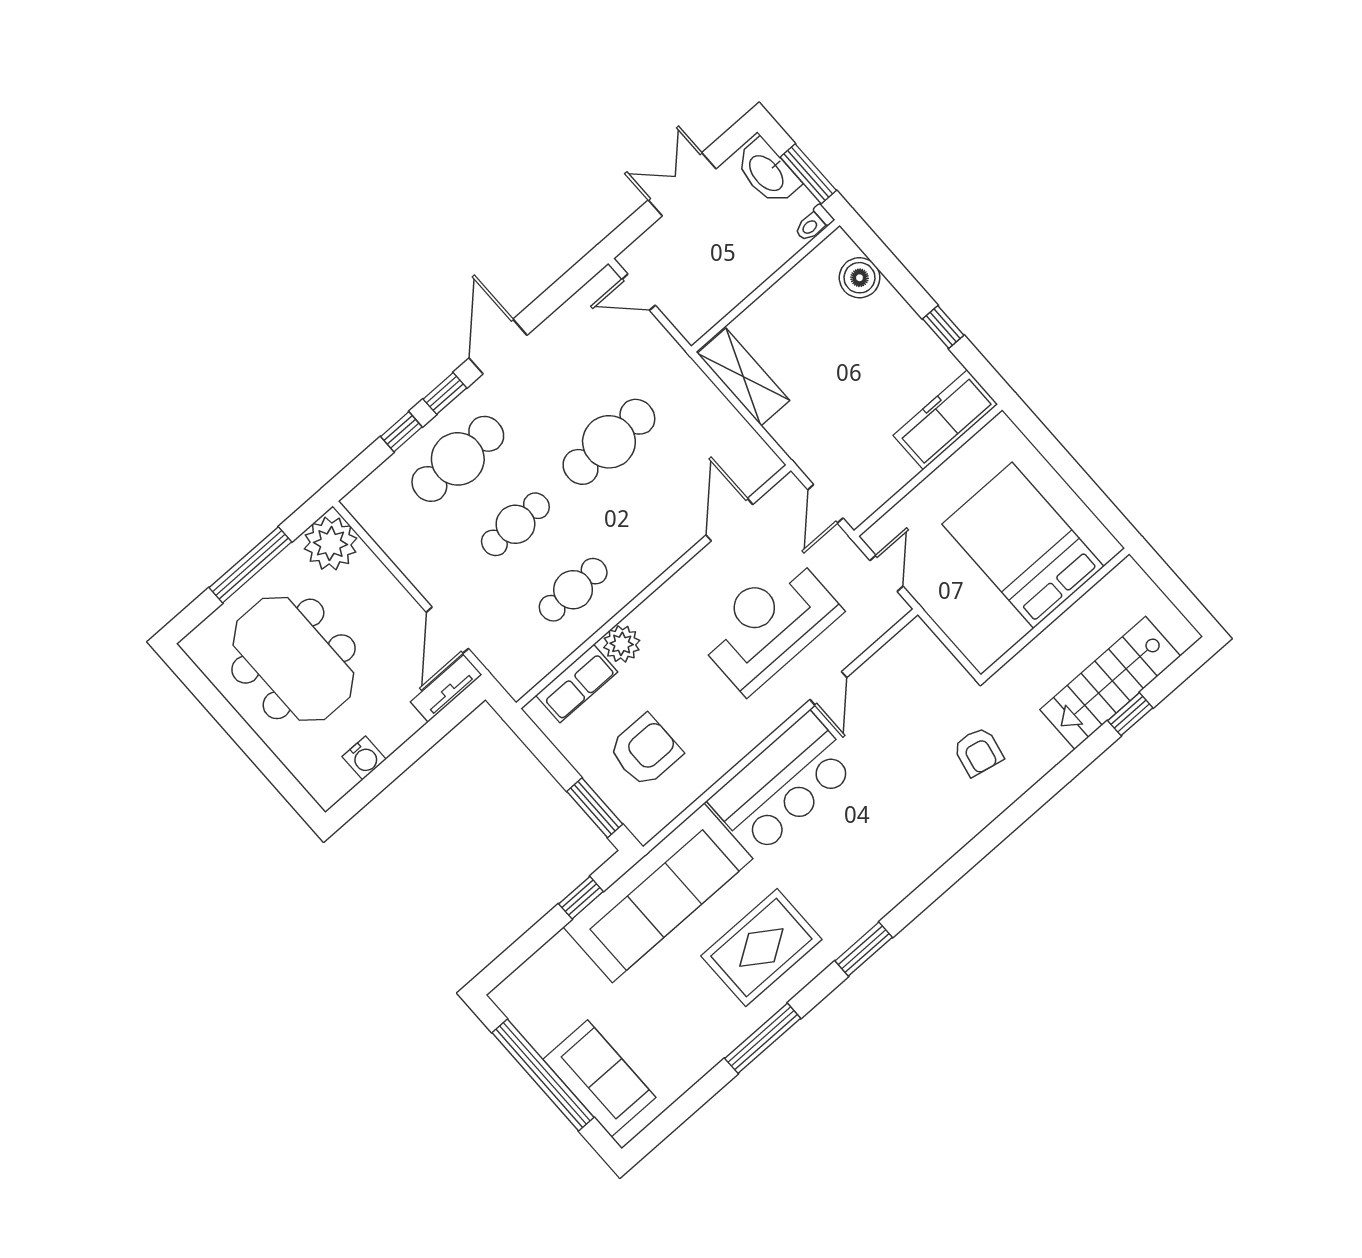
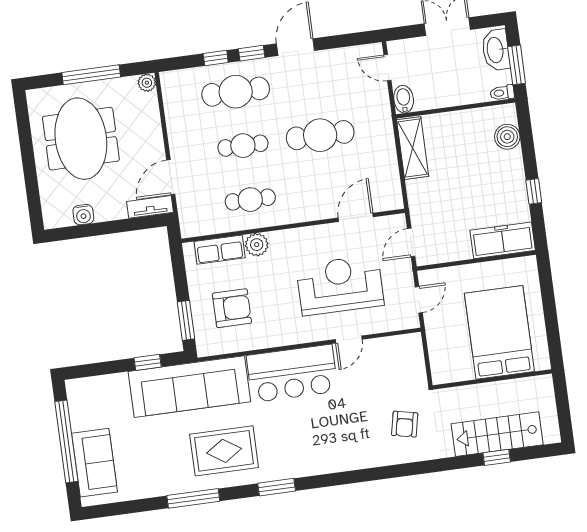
bidet: (688, 320) -> (404, 99), added
plant: (330, 544) -> (147, 83), width x0.53, depth x0.53

